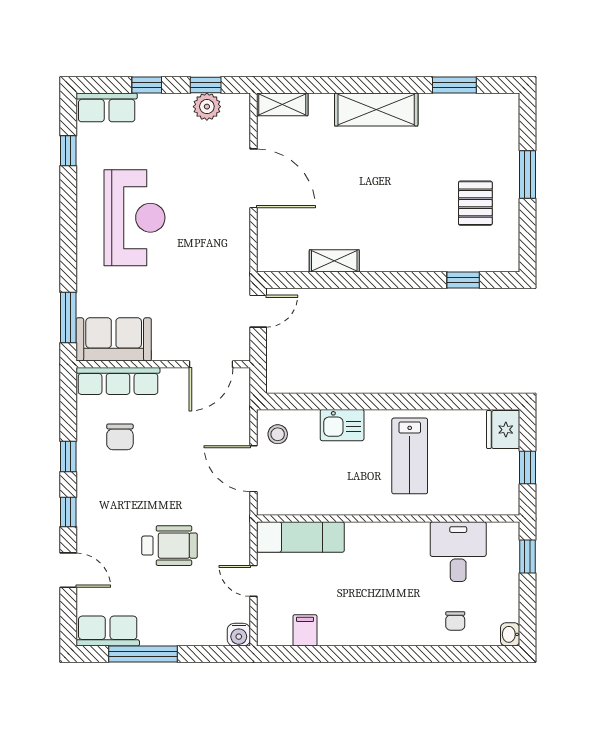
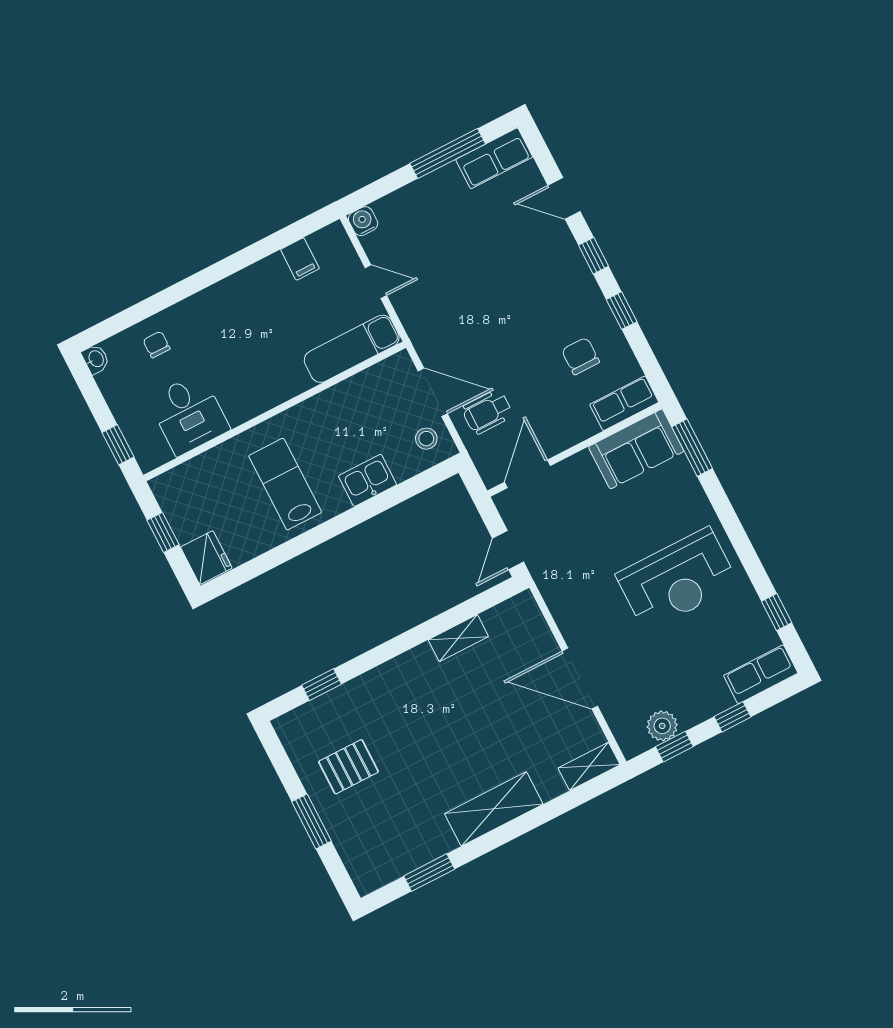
pallet: (475, 203) -> (348, 767), turned 90
reception desk: (135, 218) -> (677, 580), turned -90
row of seats: (118, 381) -> (624, 403), width x0.68
wheelchair: (170, 546) -> (487, 412), moved, width x0.73, depth x0.73

